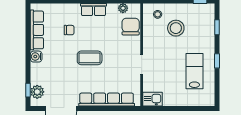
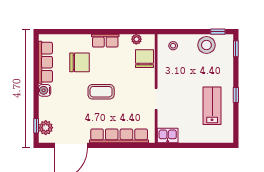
window: (217, 27) -> (236, 49), moved
stool: (176, 28) -> (206, 45), moved
chair: (69, 30) -> (80, 62), width x1.87, depth x1.87

